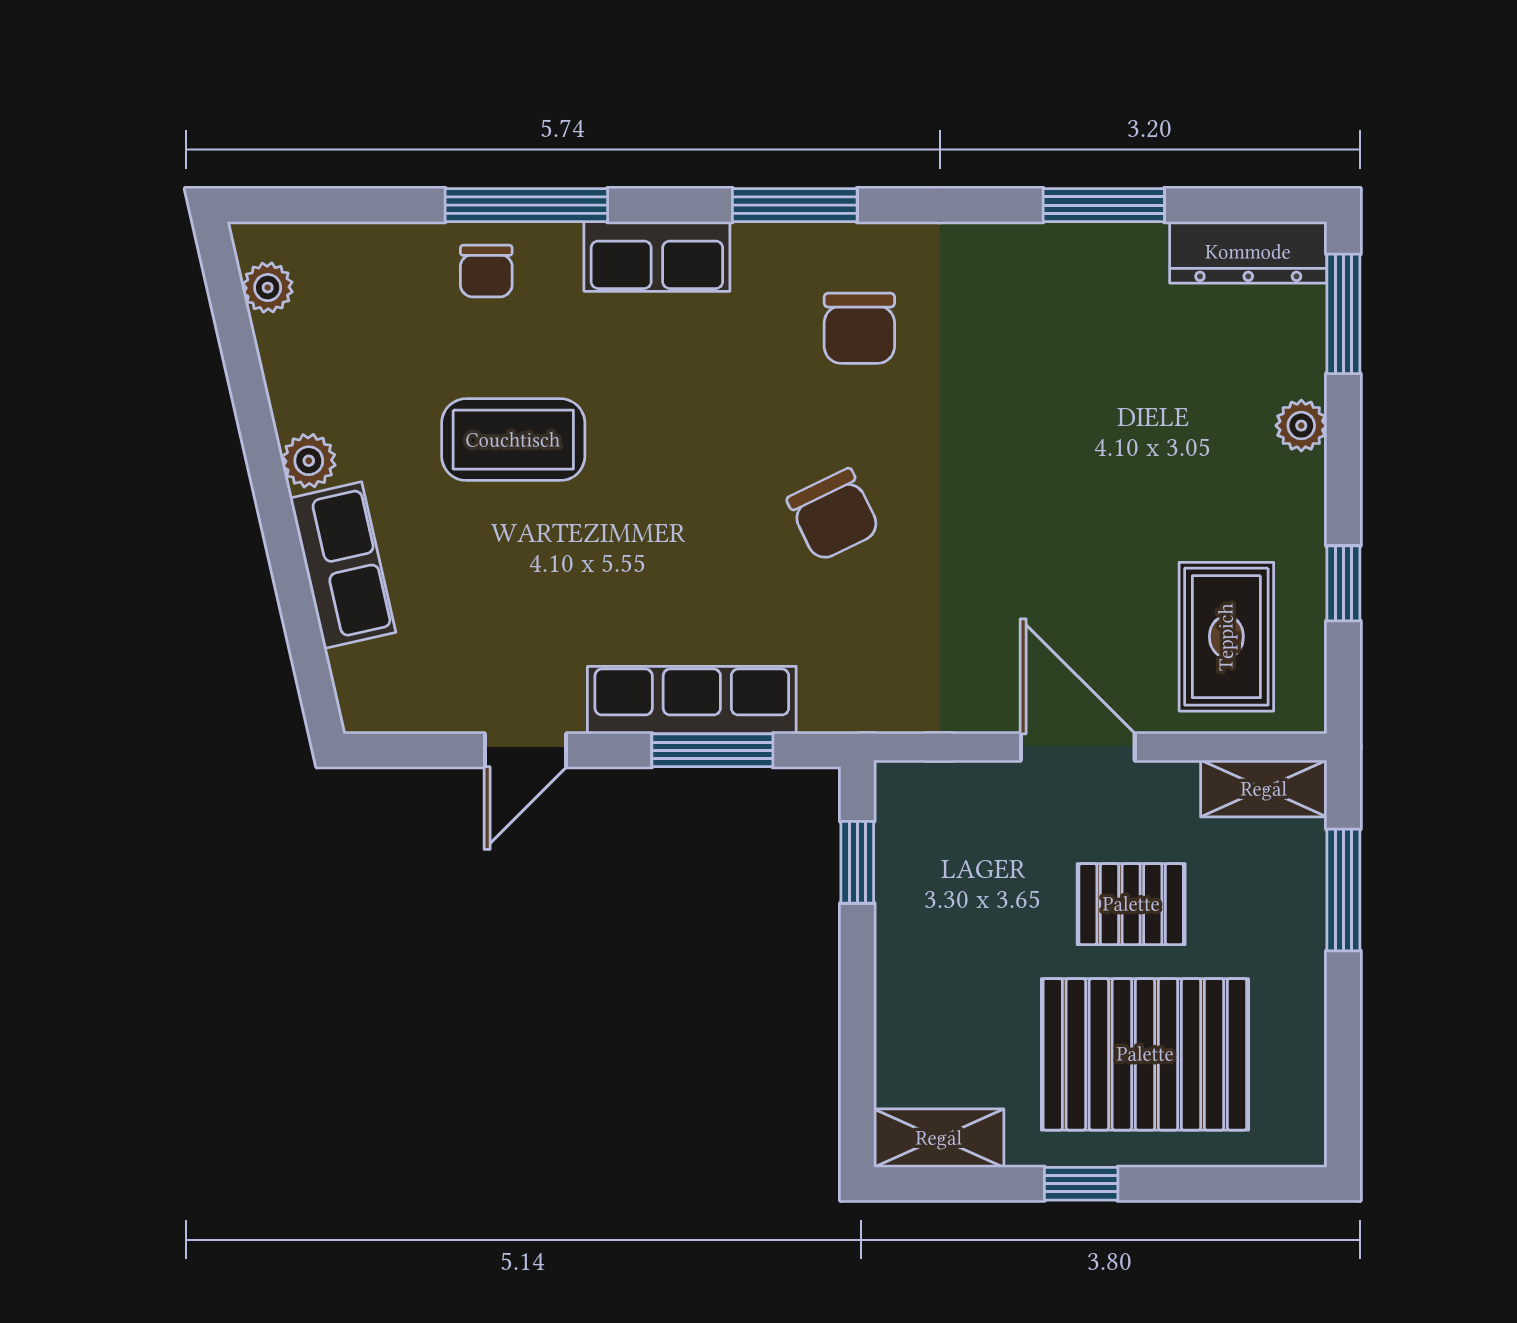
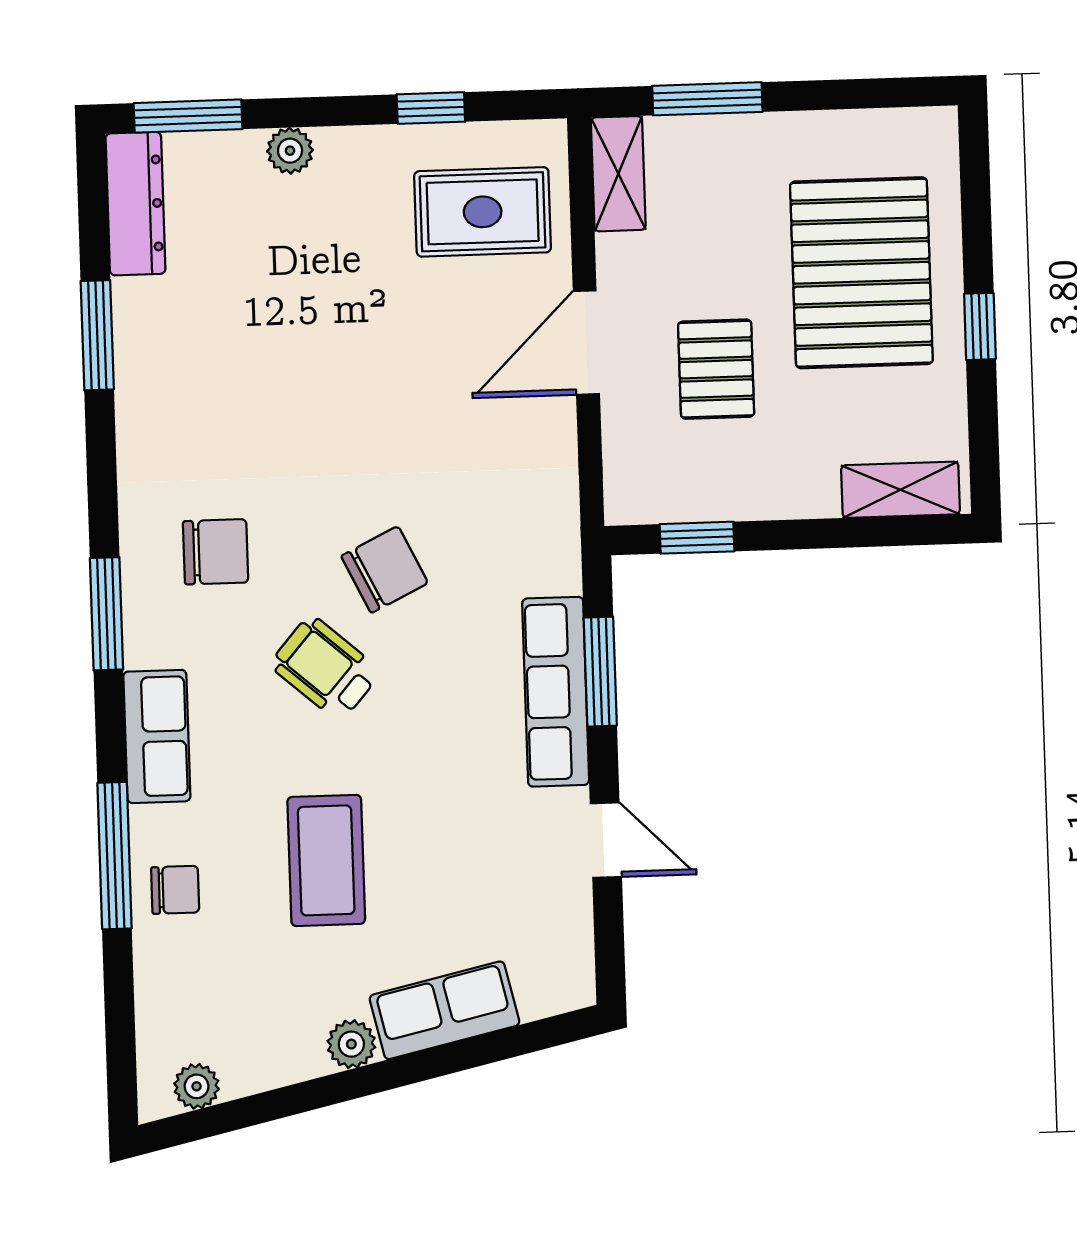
wheelchair: (726, 446) -> (325, 668), added
pallet: (1131, 904) -> (716, 369), moved
shelving: (939, 1138) -> (900, 490), moved, turned 90

